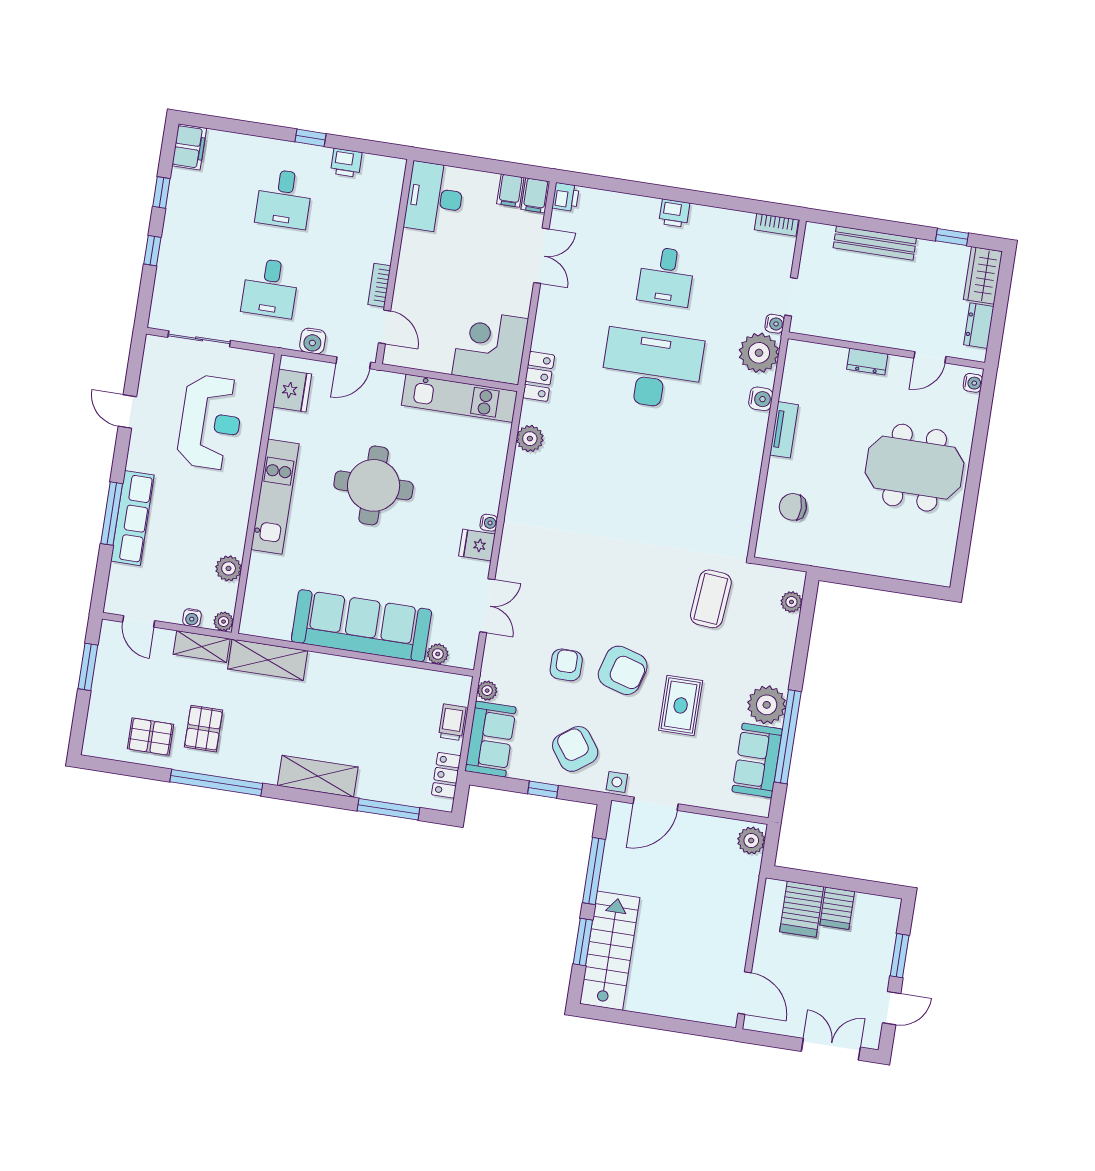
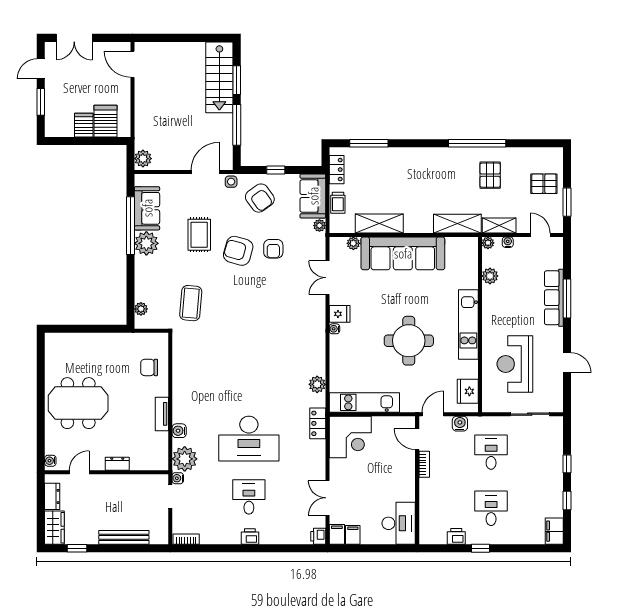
chair: (793, 507) -> (149, 367), turned 180
pallet: (150, 737) -> (544, 184), moved
shelving: (318, 776) -> (379, 223), moved

